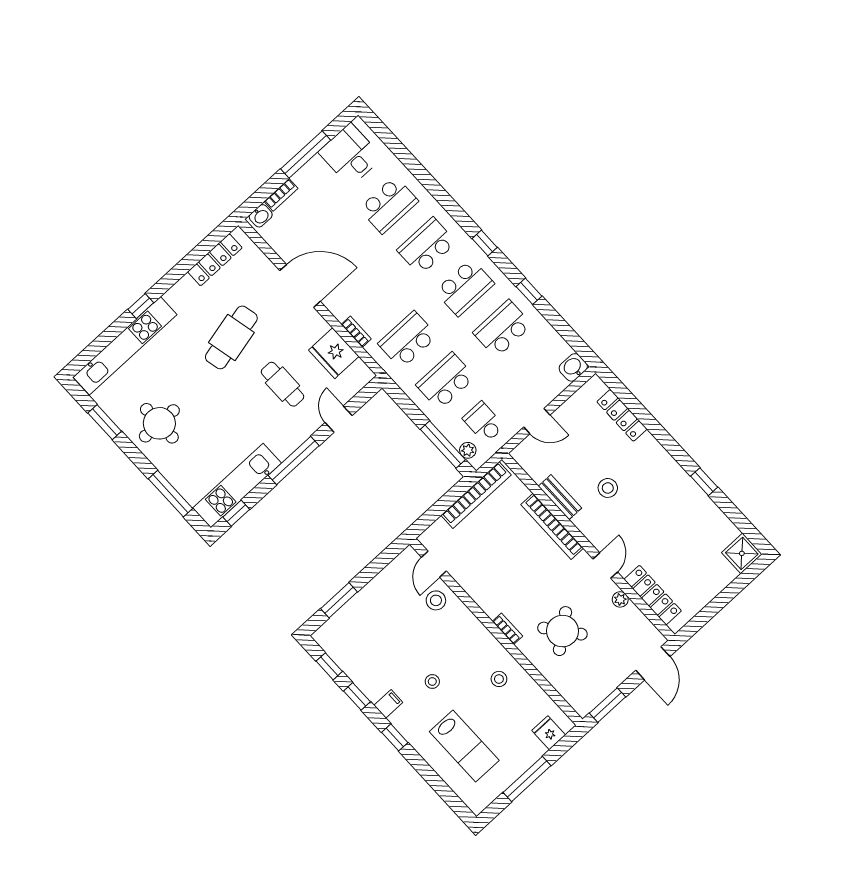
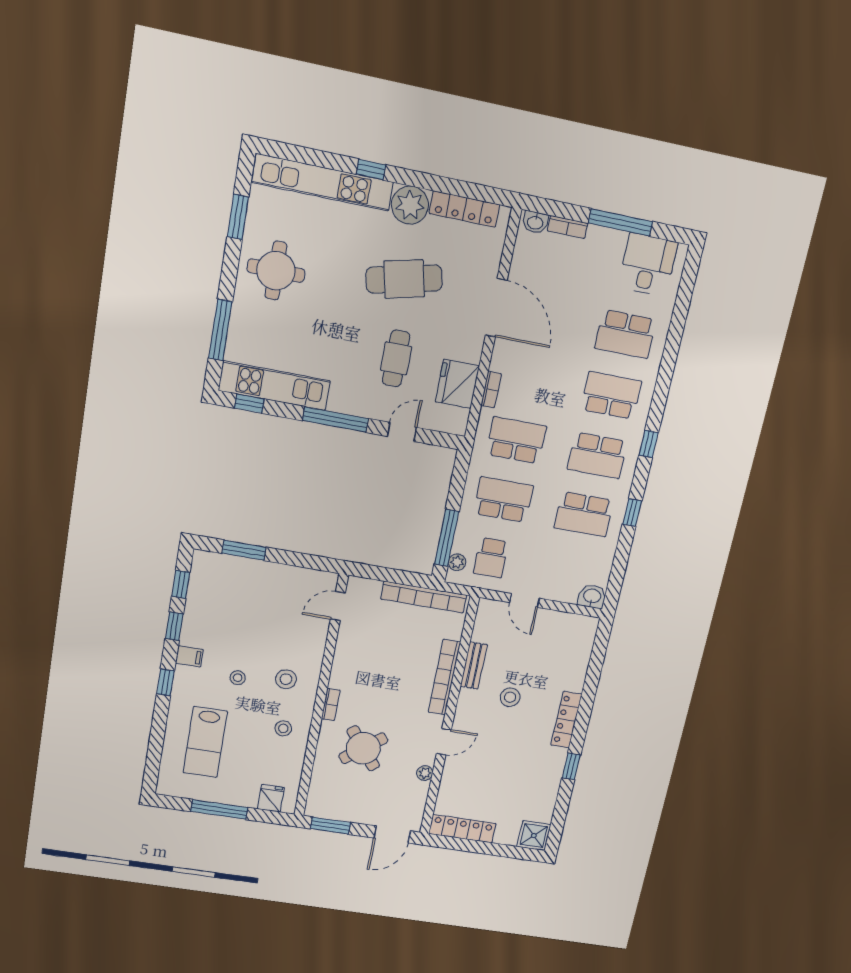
plant: (184, 296) -> (410, 205), added
school desk: (503, 329) -> (584, 514), turned 180
locker: (622, 415) -> (566, 720), moved
school desk: (484, 422) -> (491, 558), turned 180
locker: (653, 595) -> (462, 829), moved, turned -90
stool: (436, 600) -> (286, 679), moved

